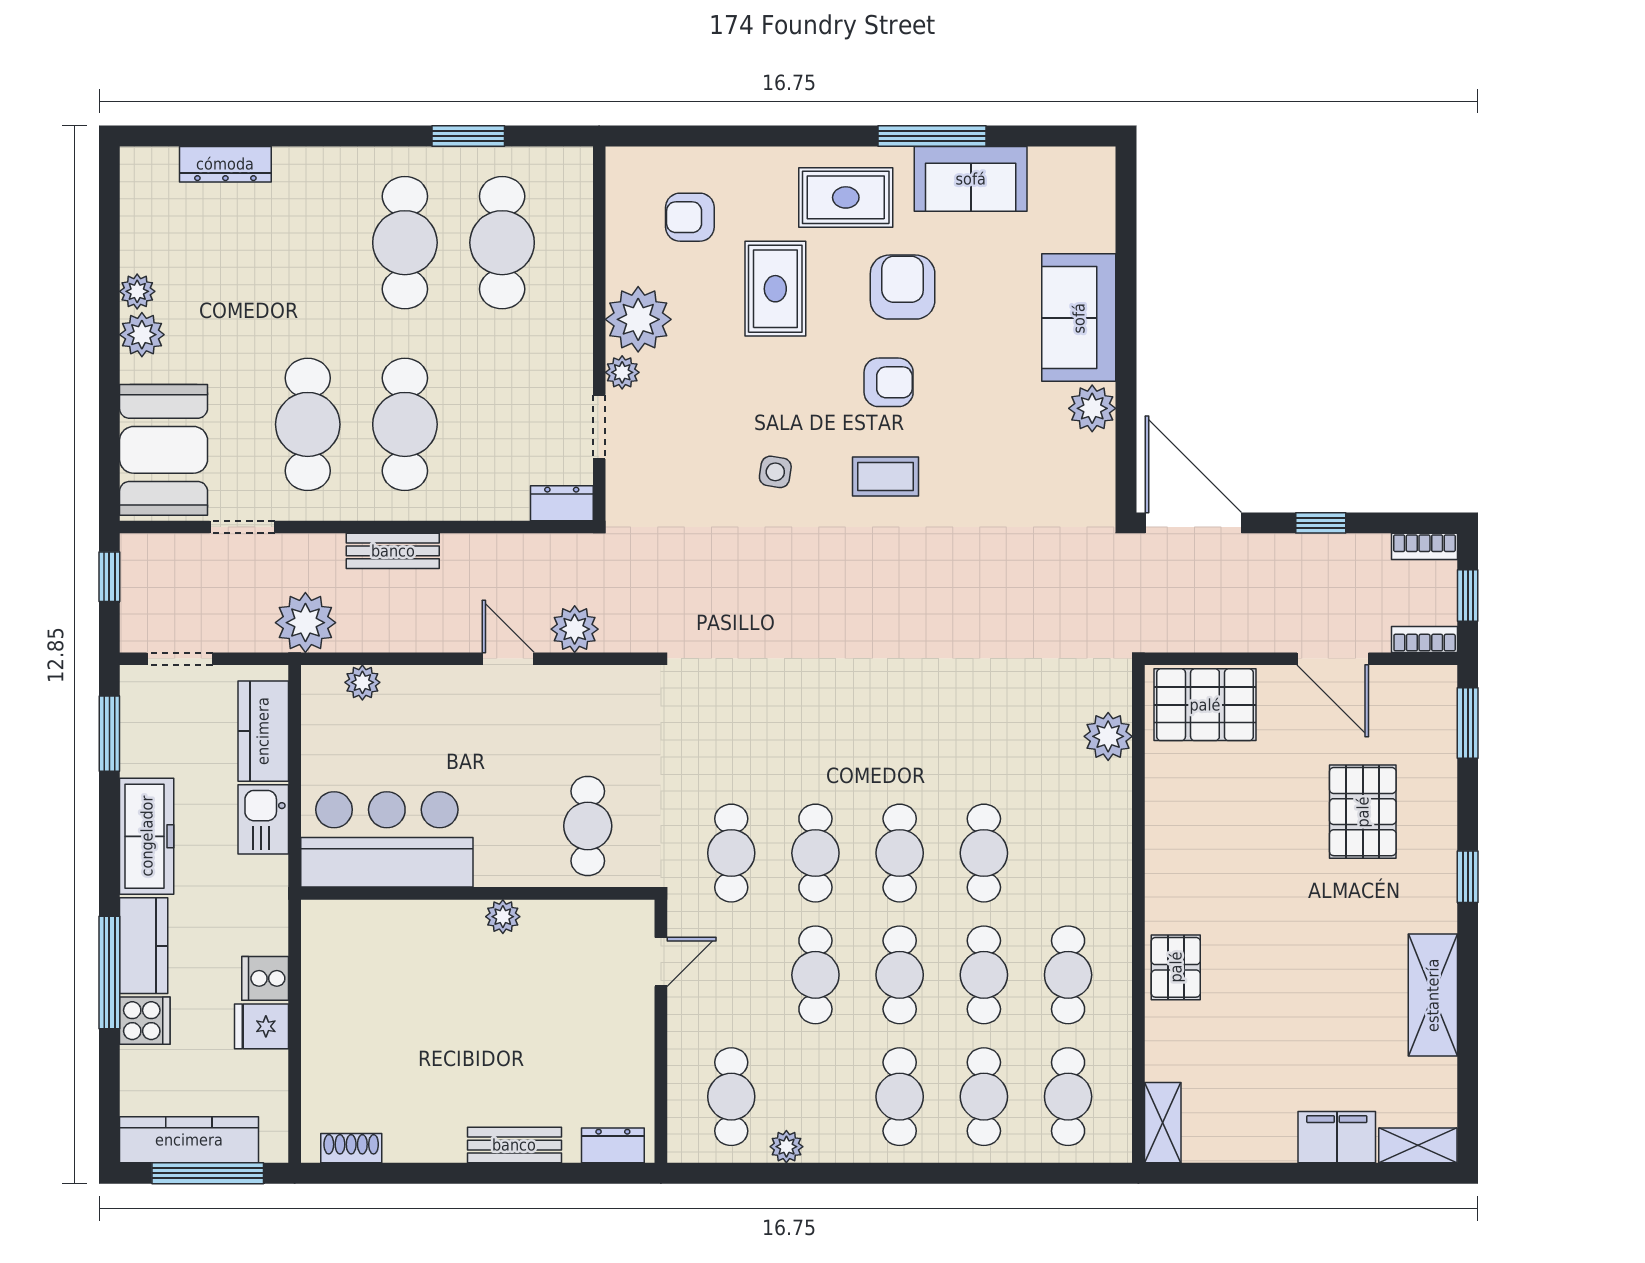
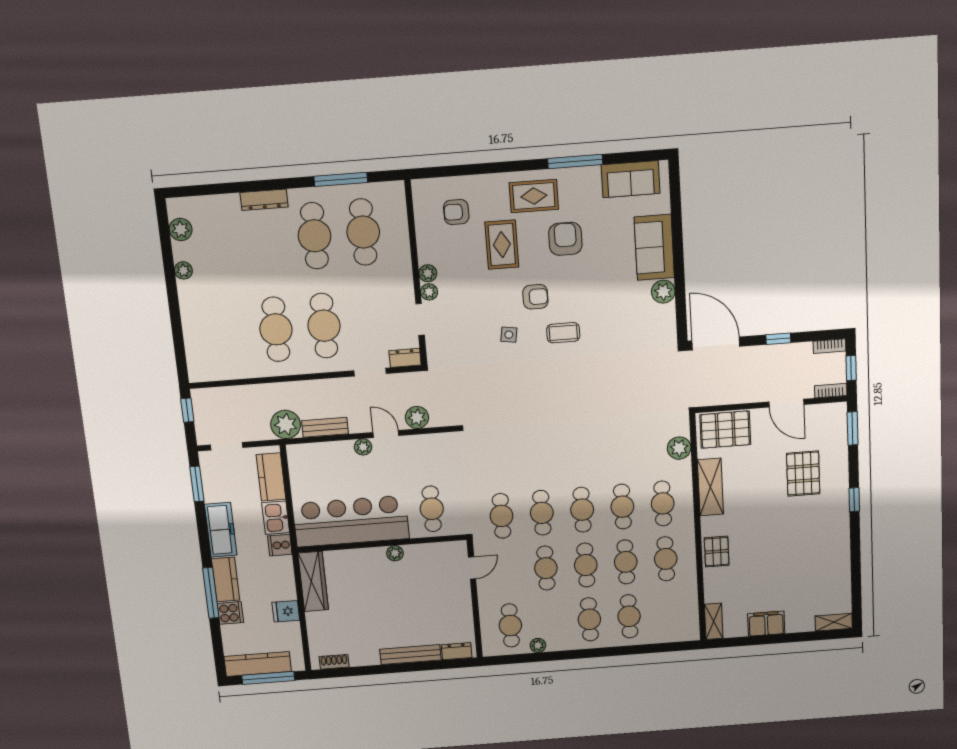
window: (468, 136) -> (341, 179), width x1.44
dresser: (225, 164) -> (264, 200), moved
sofa: (971, 179) -> (631, 179), moved
plant: (638, 319) -> (428, 273), width x0.53, depth x0.53
plant: (142, 335) -> (181, 229), moved
armchair: (889, 382) -> (535, 297), moved
booth: (164, 450) -> (206, 347), removed
doorway: (242, 527) -> (370, 372), moved
bench: (393, 551) -> (325, 427), moved
plant: (362, 682) -> (363, 447), moved
bar counter: (387, 839) -> (351, 521), width x1.36
wardrobe: (326, 965) -> (313, 581), added
cooker: (265, 978) -> (280, 545), moved
shelving: (1433, 995) -> (710, 487), moved
cafe table: (1068, 1097) -> (663, 503), moved
filing cabinet: (1337, 1137) -> (766, 624), moved
bench: (514, 1145) -> (410, 655), width x1.36

